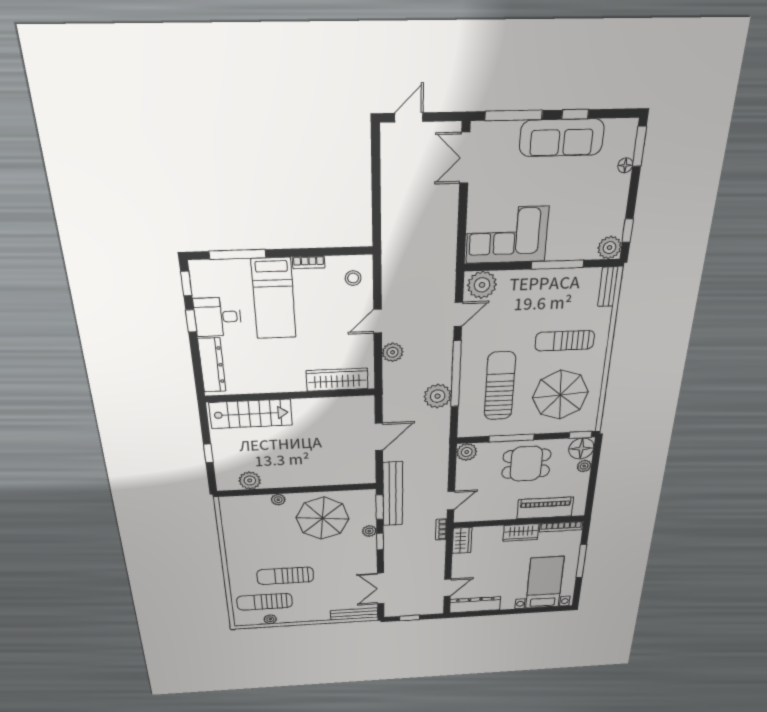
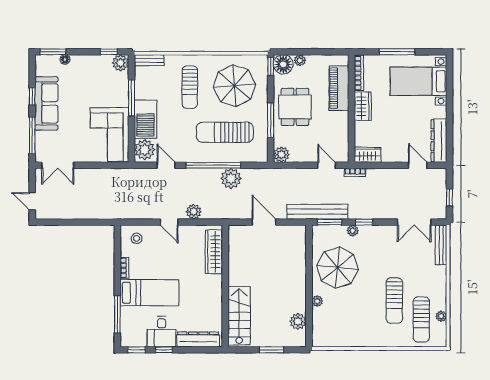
barbecue: (526, 285) -> (145, 119), added
window: (208, 453) -> (271, 350), width x1.50

